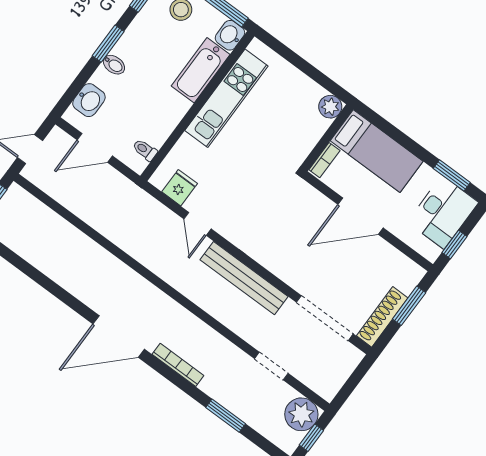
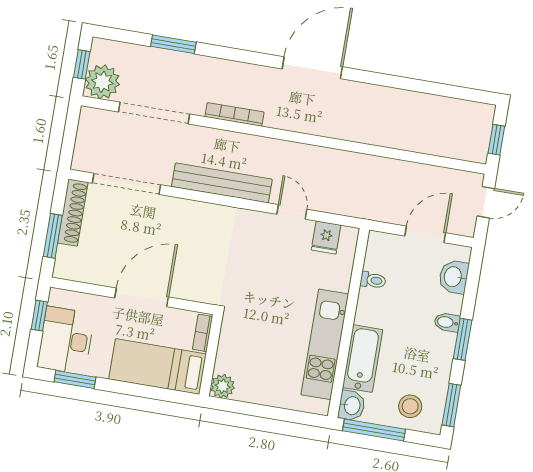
toilet: (145, 150) -> (373, 280), moved
bookcase: (178, 365) -> (234, 114), moved, turned 180
doorway: (271, 366) -> (154, 113), width x1.87

